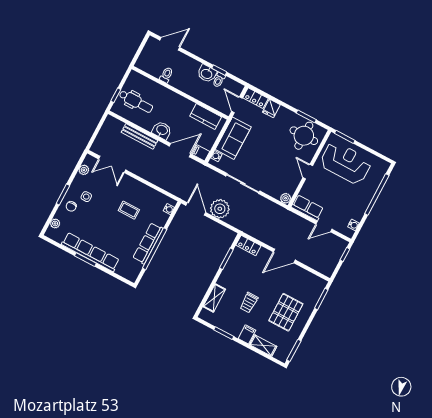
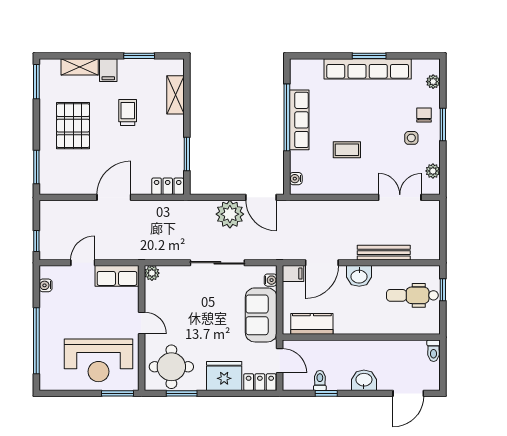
washbasin: (207, 74) -> (364, 380), moved
toilet: (166, 75) -> (434, 351), moved
fridge: (271, 108) -> (224, 376), width x1.88, depth x1.34

